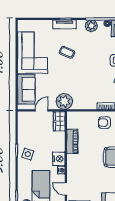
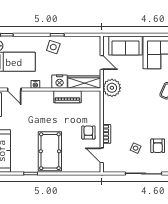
wardrobe: (59, 121) -> (84, 82), width x1.50
nightstand: (59, 159) -> (60, 82), moved
door: (66, 189) -> (14, 90), swing flipped

